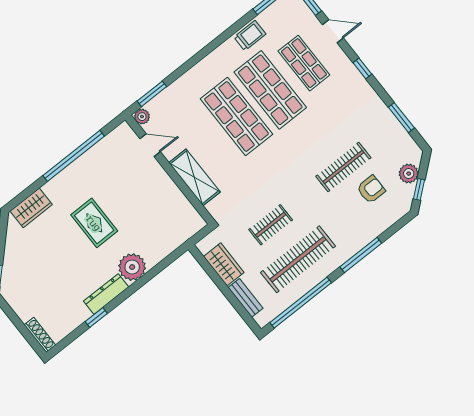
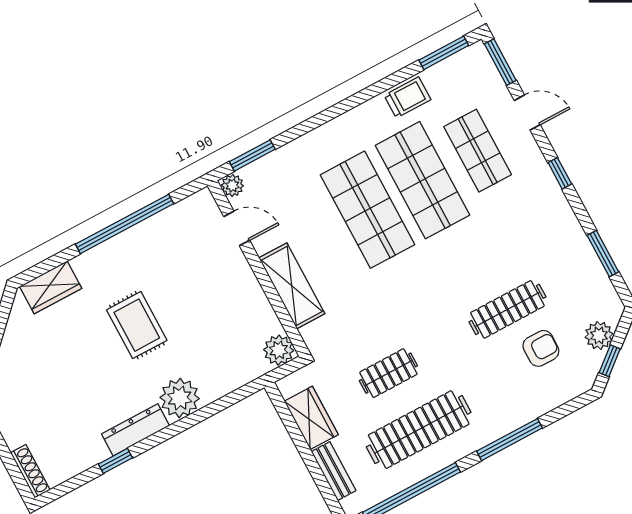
plant: (193, 223) -> (279, 350), added

